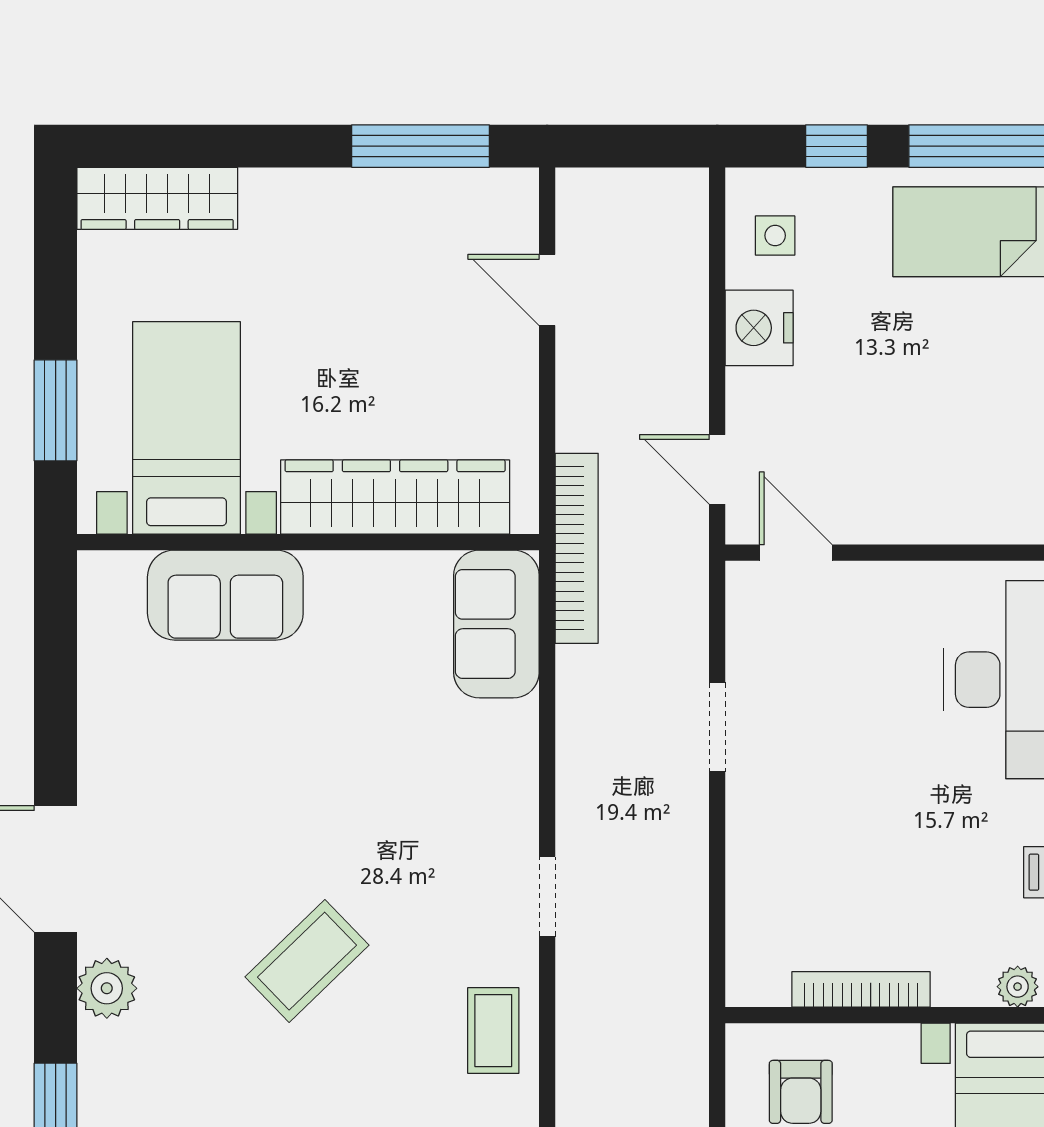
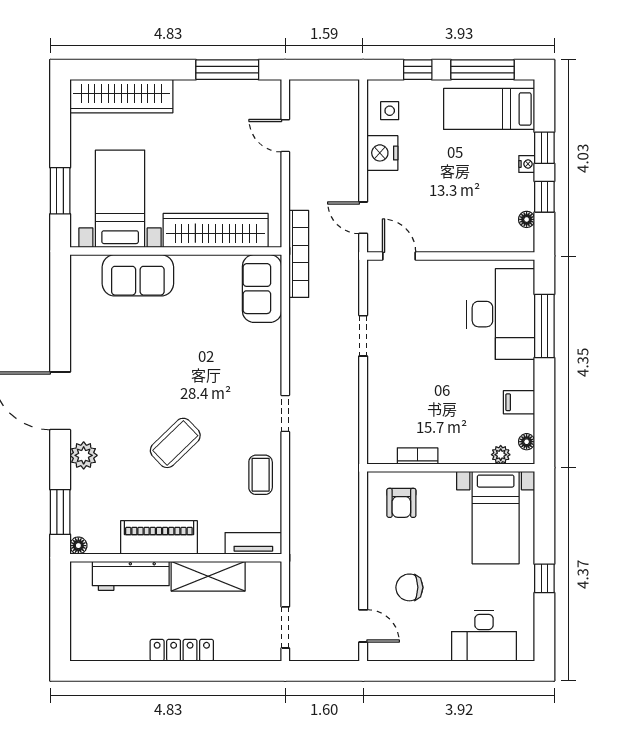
wardrobe: (157, 198) -> (121, 96), width x1.40, depth x1.17
bookcase: (861, 989) -> (418, 456), width x0.64

